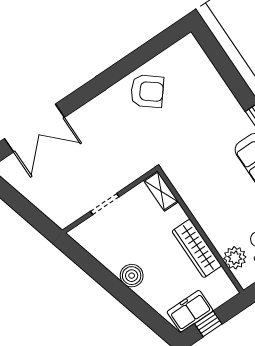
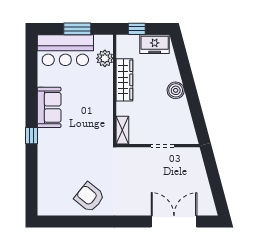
window: (208, 324) -> (137, 29), moved

